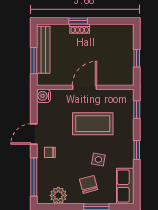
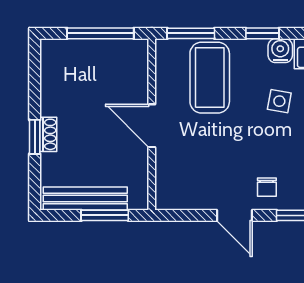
window: (137, 58) -> (100, 33), width x2.17
water cooler: (44, 96) -> (280, 51), moved, turned 180
window: (137, 109) -> (191, 33), width x1.50
coffee table: (93, 124) -> (210, 78), moved

